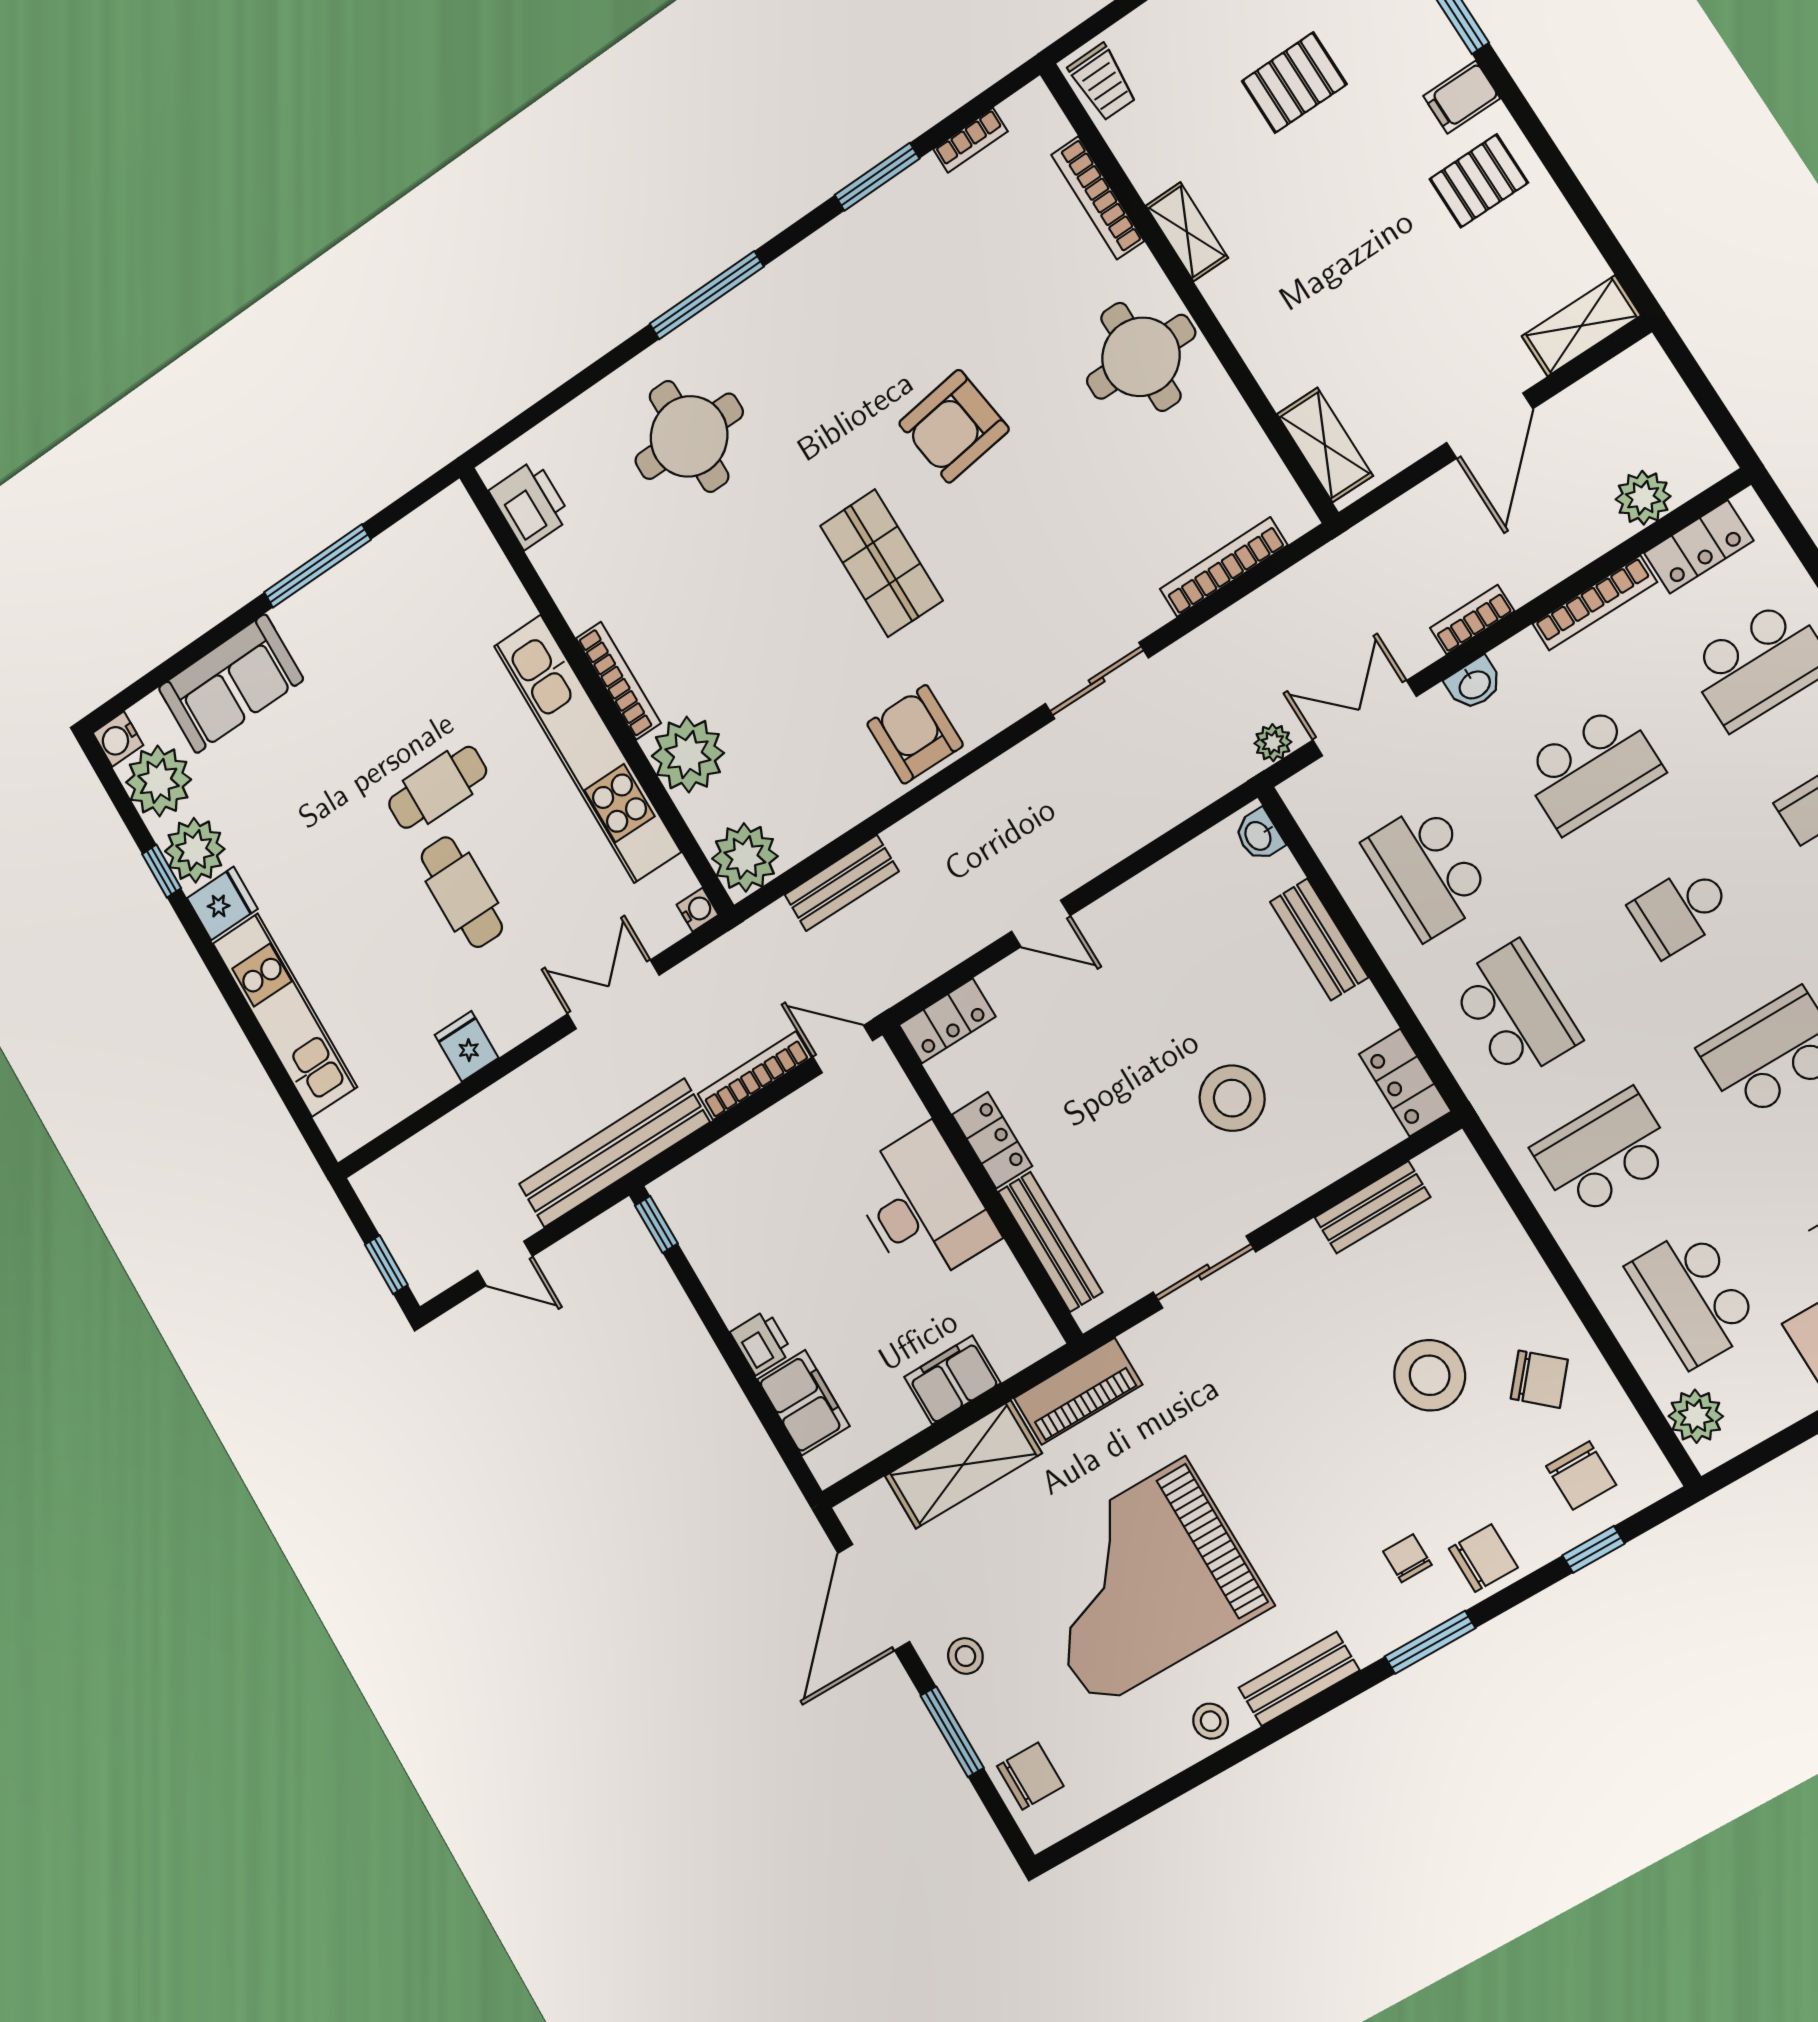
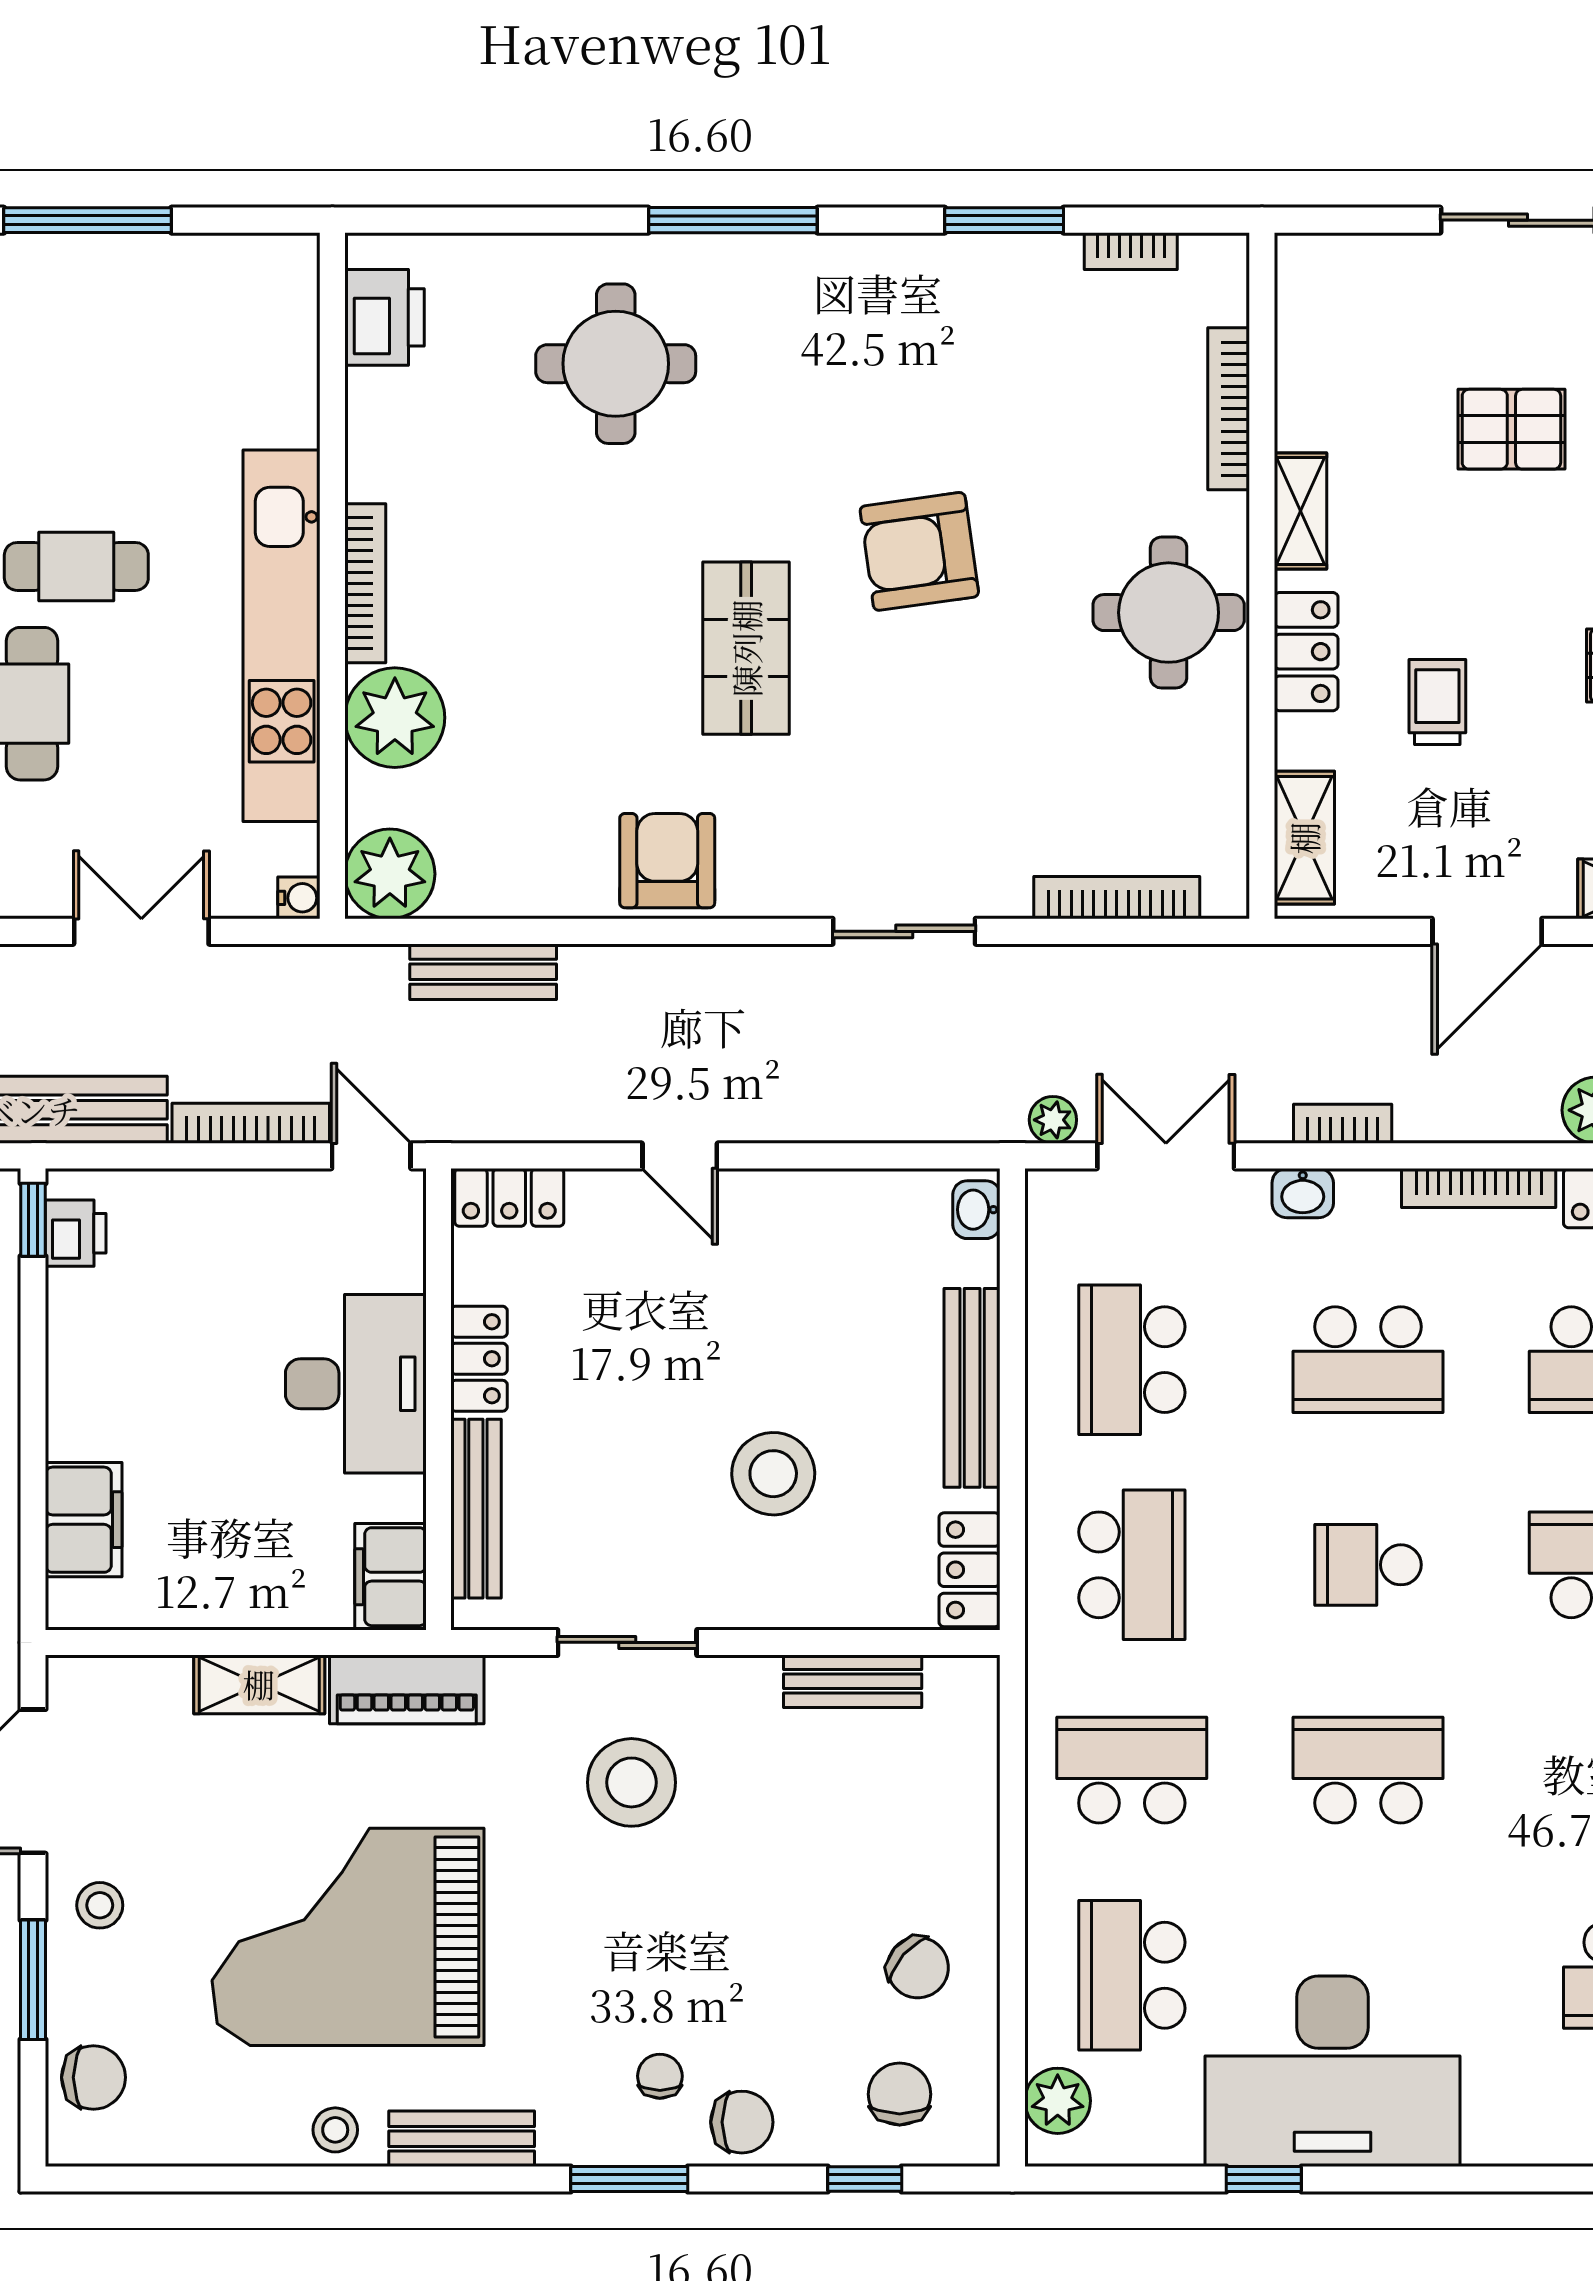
trolley: (1102, 82) -> (1437, 702), moved, turned 180
locker: (1249, 321) -> (1306, 652), added
bench: (1319, 939) -> (972, 1388), width x1.36
printer: (761, 1342) -> (76, 1233), moved
stool: (1430, 1375) -> (631, 1782), moved
filing cabinet: (952, 1380) -> (390, 1577), moved, turned -90
shelving: (963, 1465) -> (259, 1684), width x0.67, depth x0.75
chair: (1581, 1475) -> (900, 2094), turned 180

